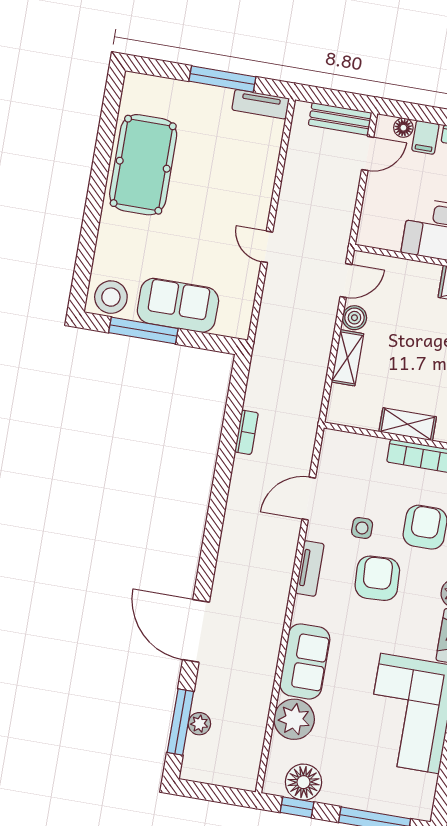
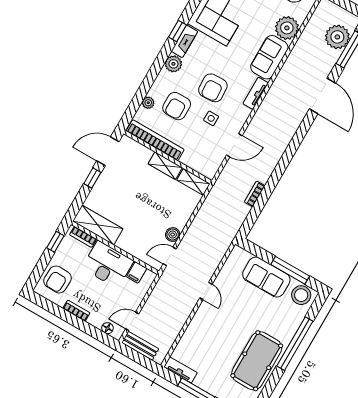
filing cabinet: (425, 137) -> (137, 272), moved, turned 180
window: (92, 215) -> (295, 344), added
shelving: (348, 358) -> (193, 182), moved, turned 90
tv unit: (310, 568) -> (256, 93), moved
plant: (199, 724) -> (337, 37), width x1.88, depth x1.88

